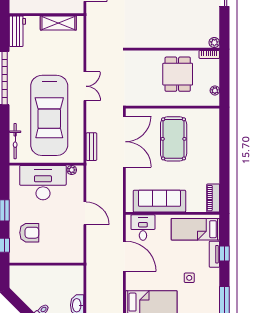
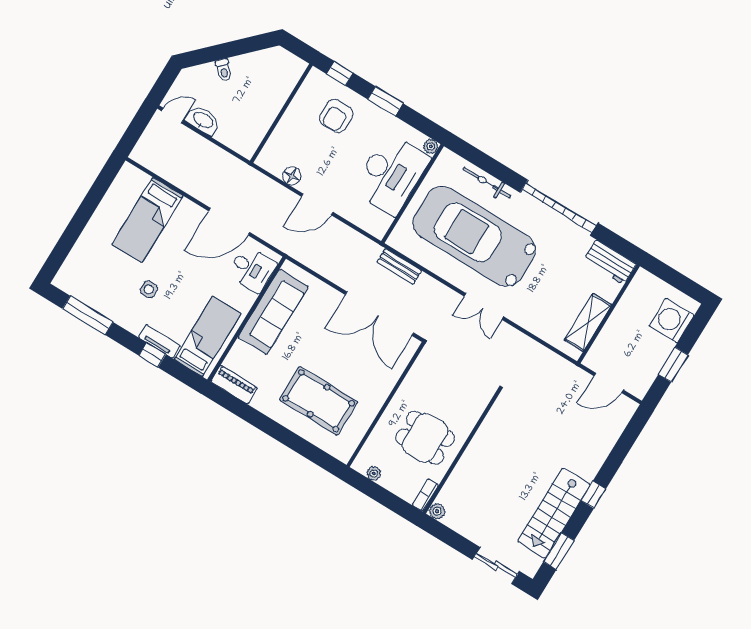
pool table: (174, 139) -> (319, 401), moved
bicycle: (15, 141) -> (487, 183), moved
plant: (72, 170) -> (431, 146), moved
floor lamp: (78, 237) -> (292, 176), added

